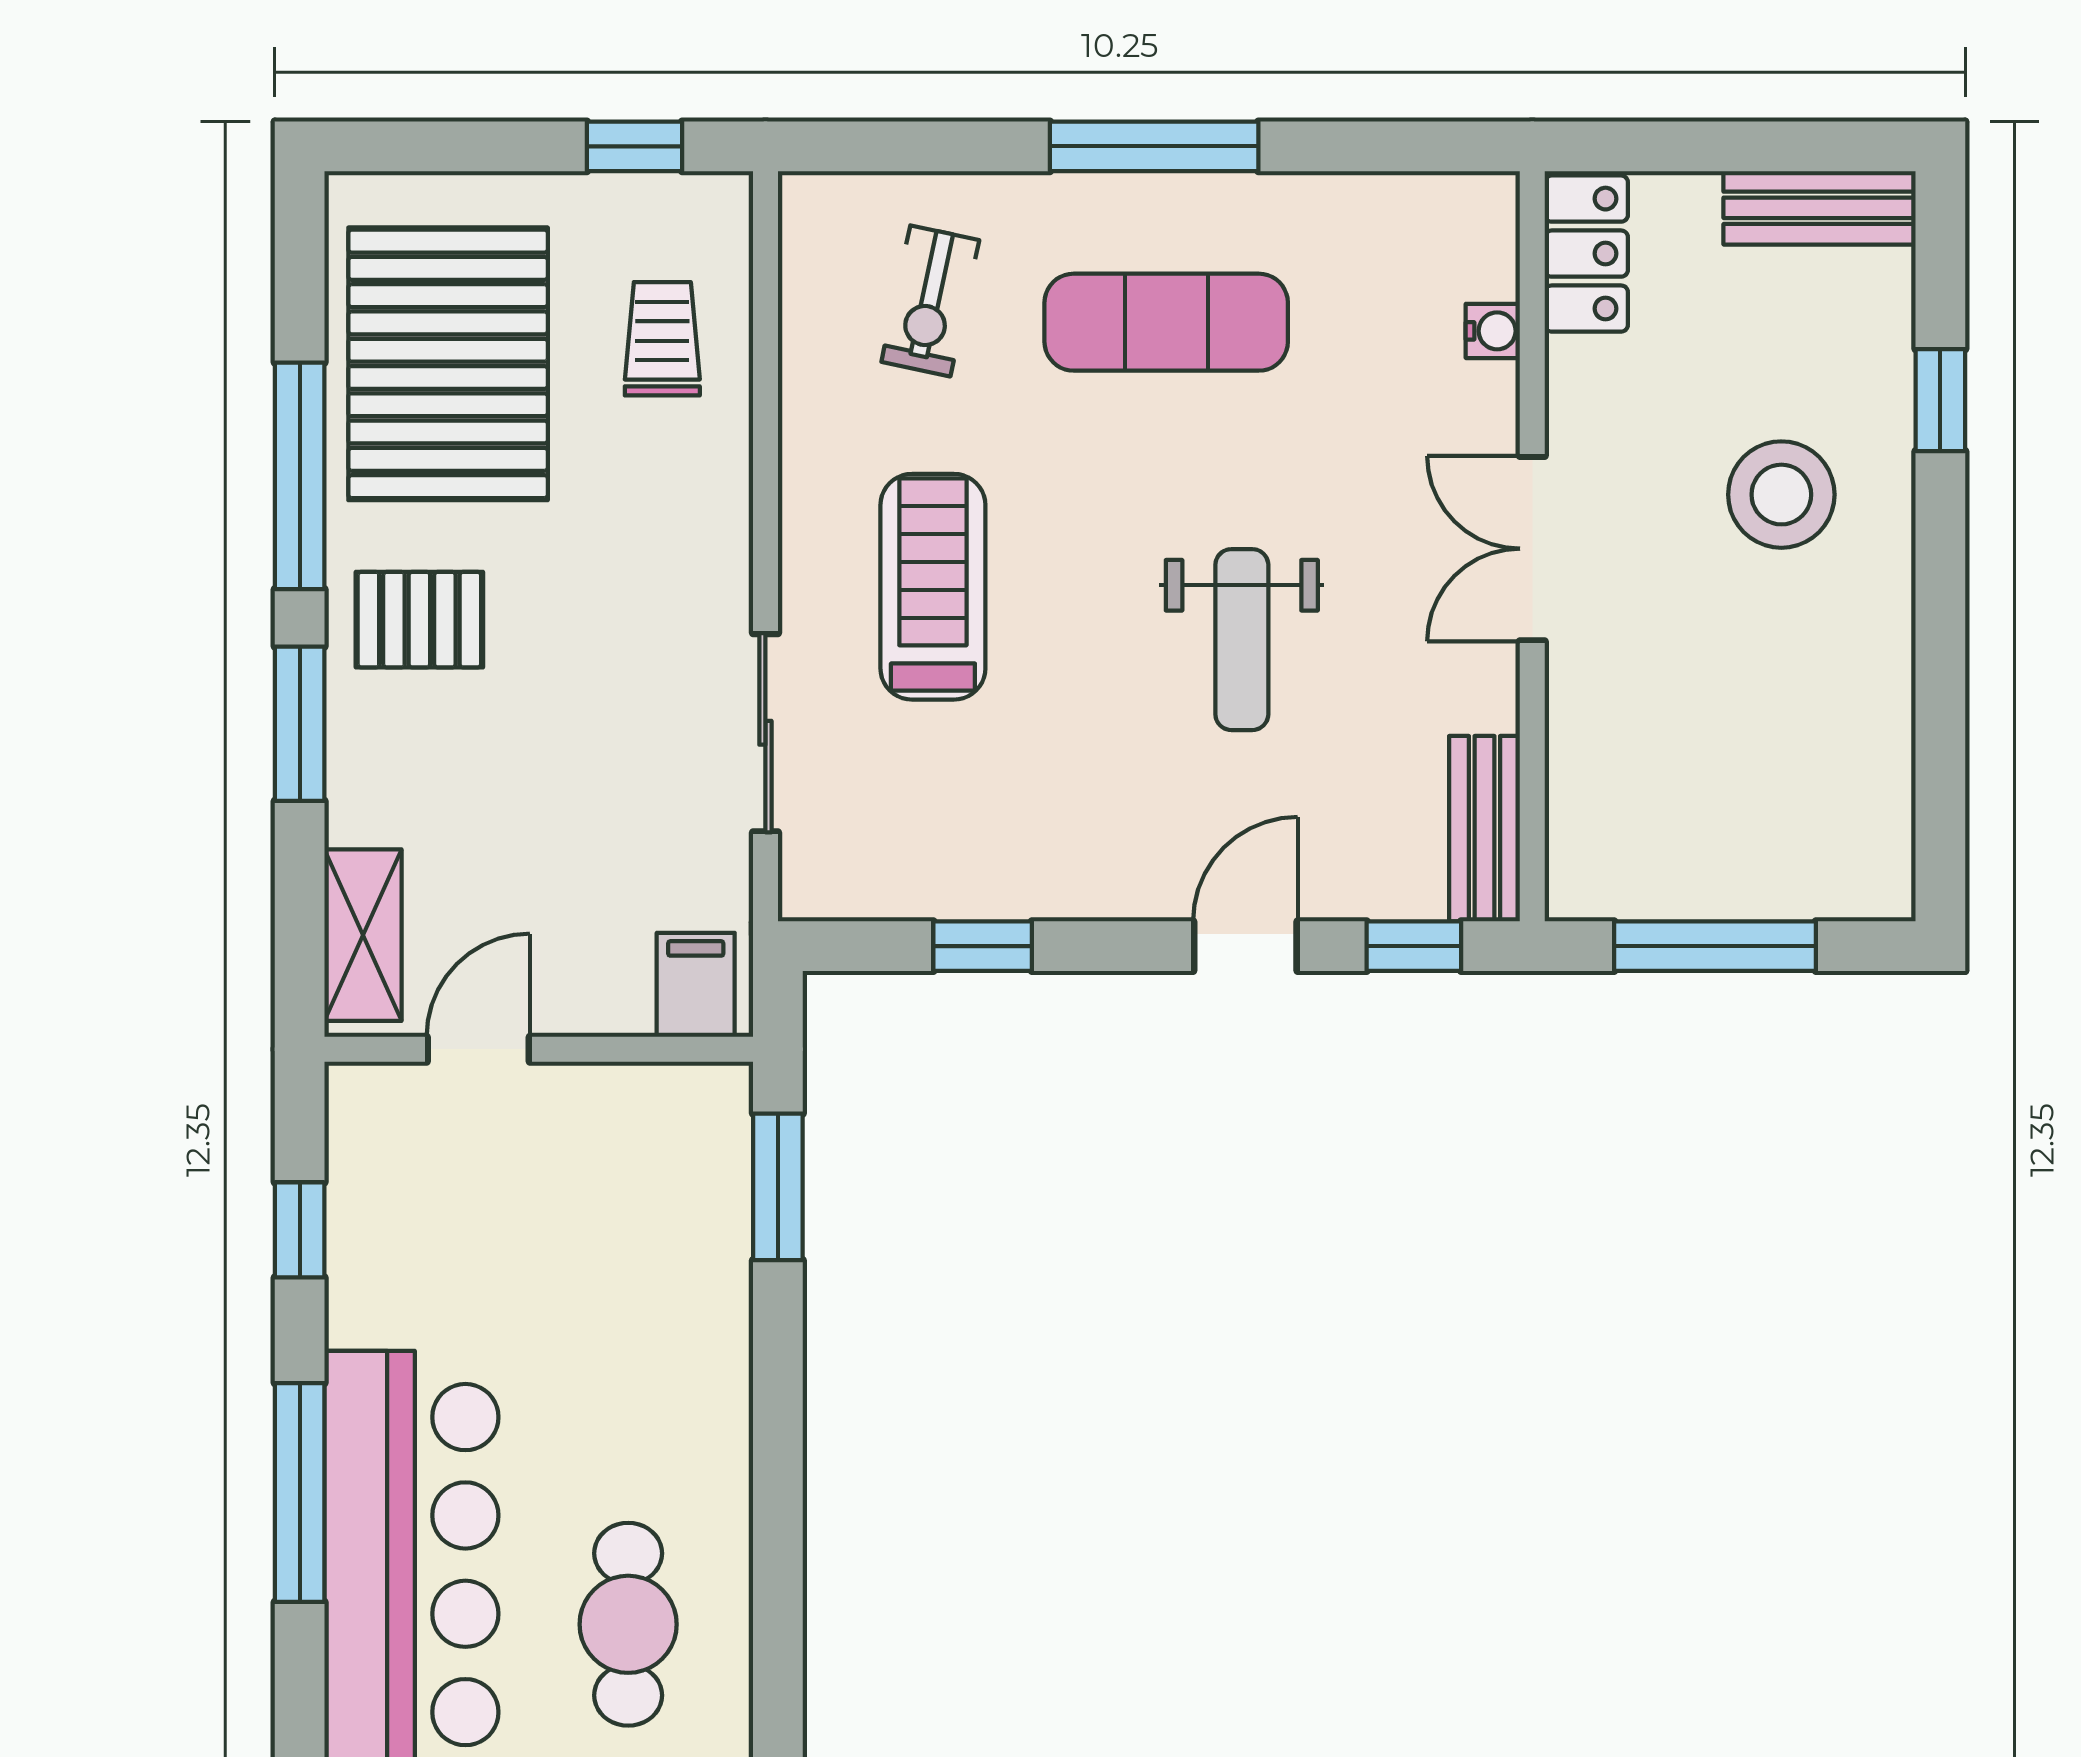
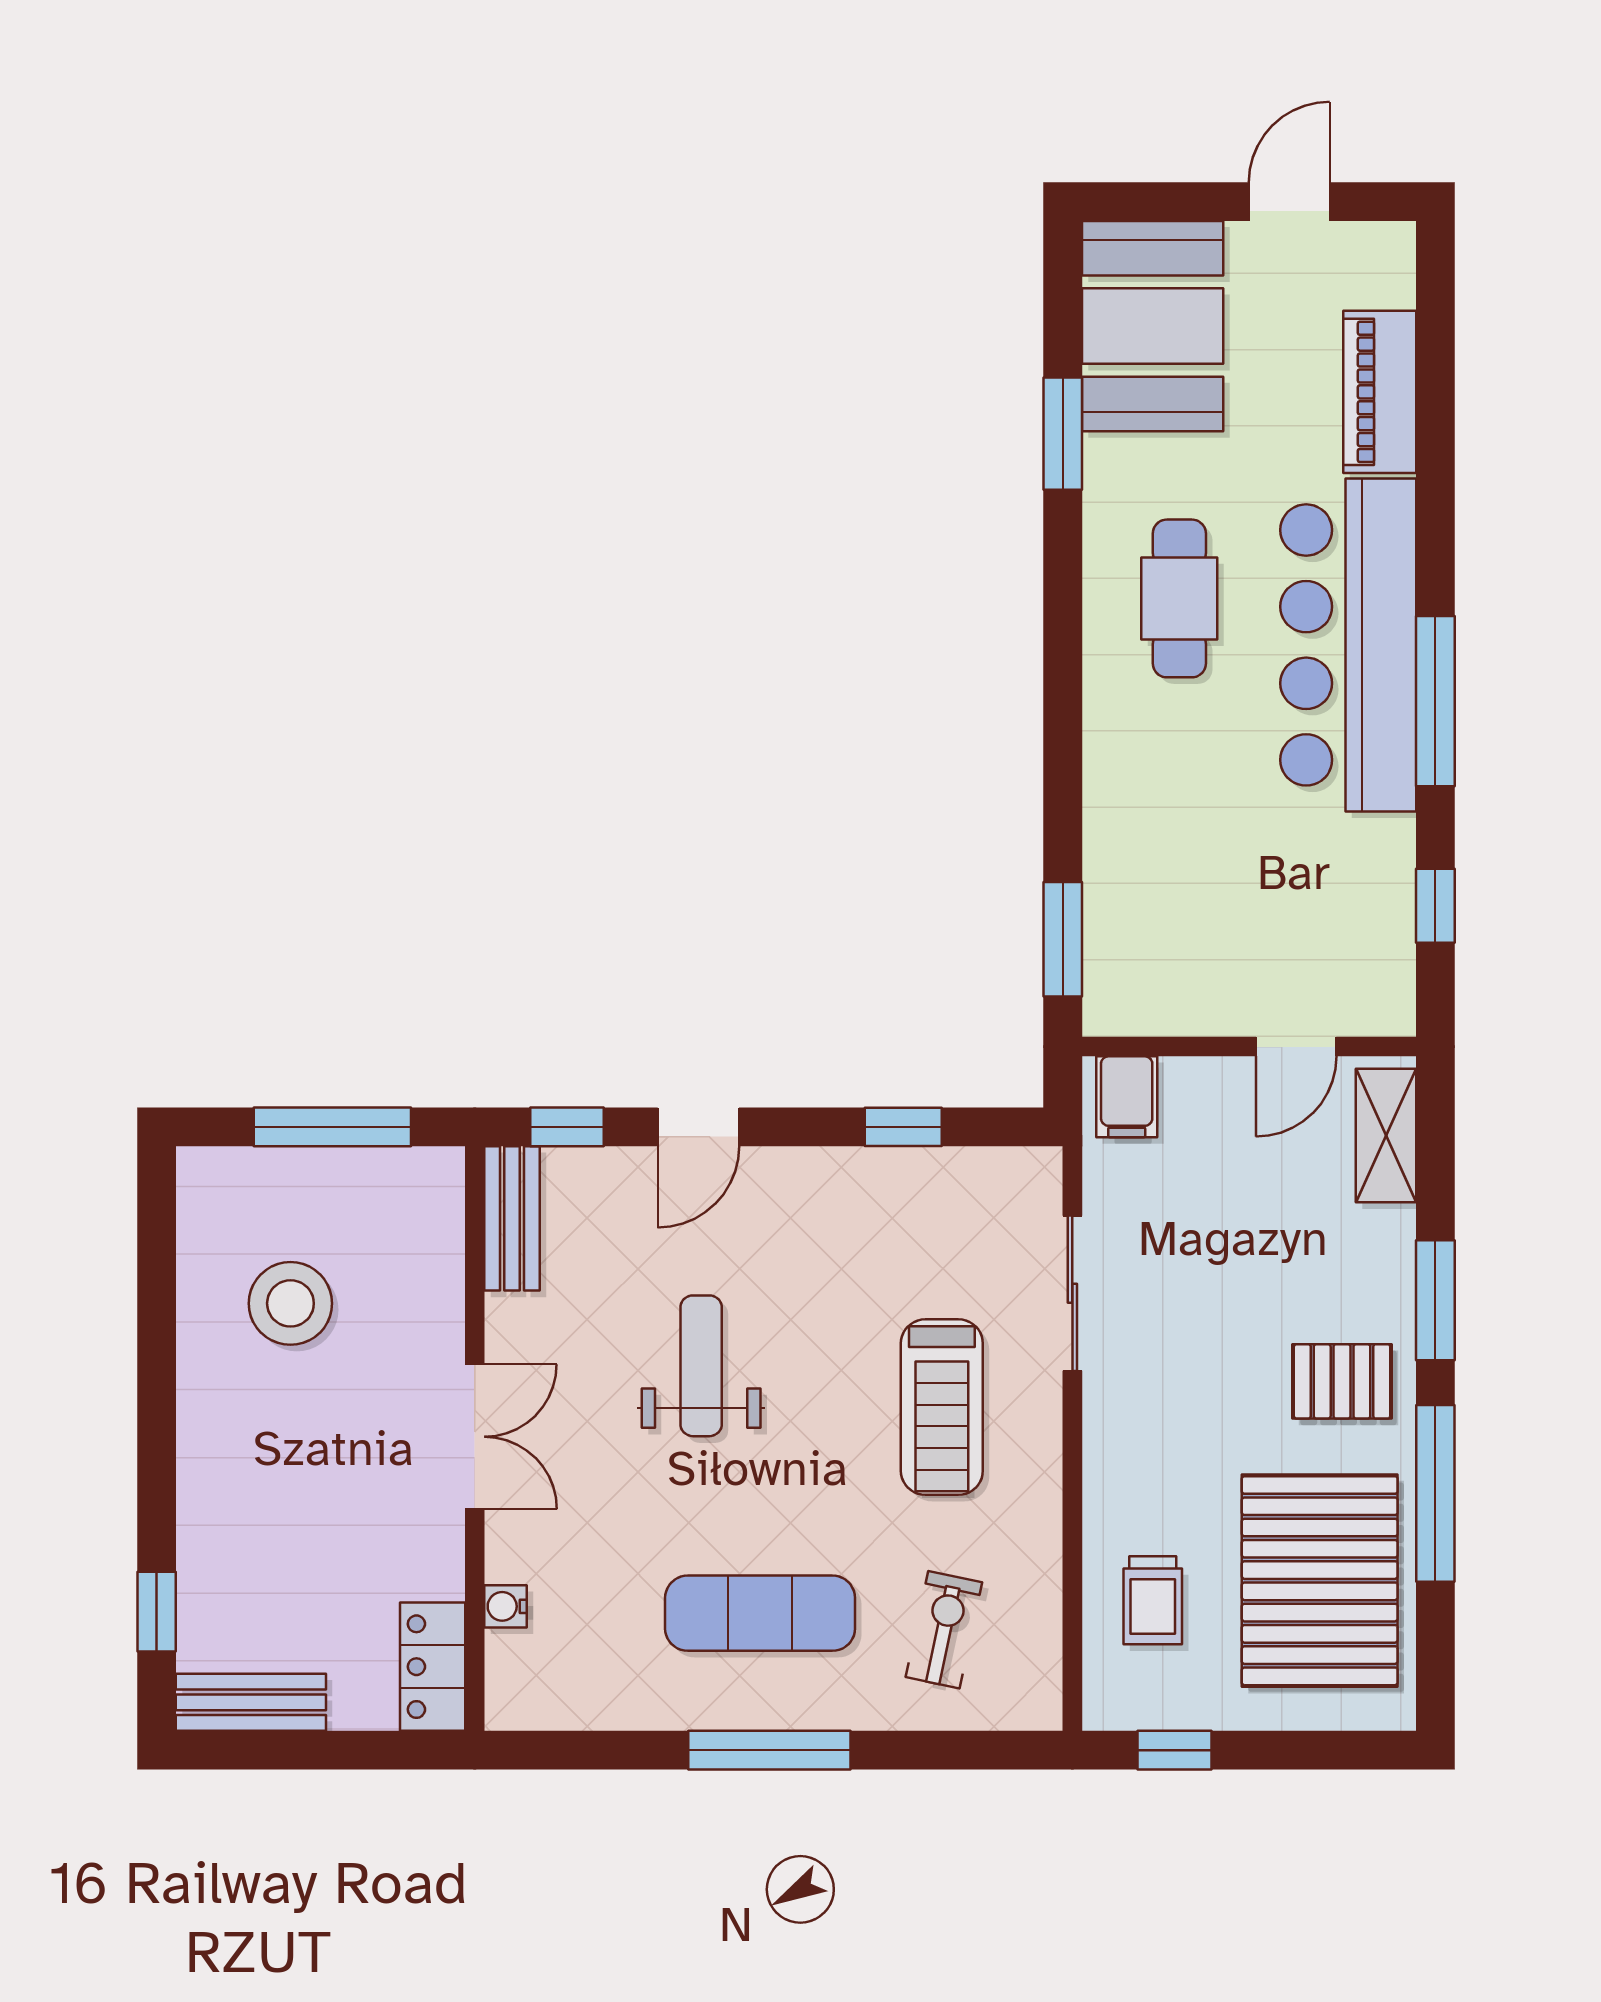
window: (1940, 400) -> (157, 1612), moved
stool: (1781, 495) -> (290, 1303), moved

